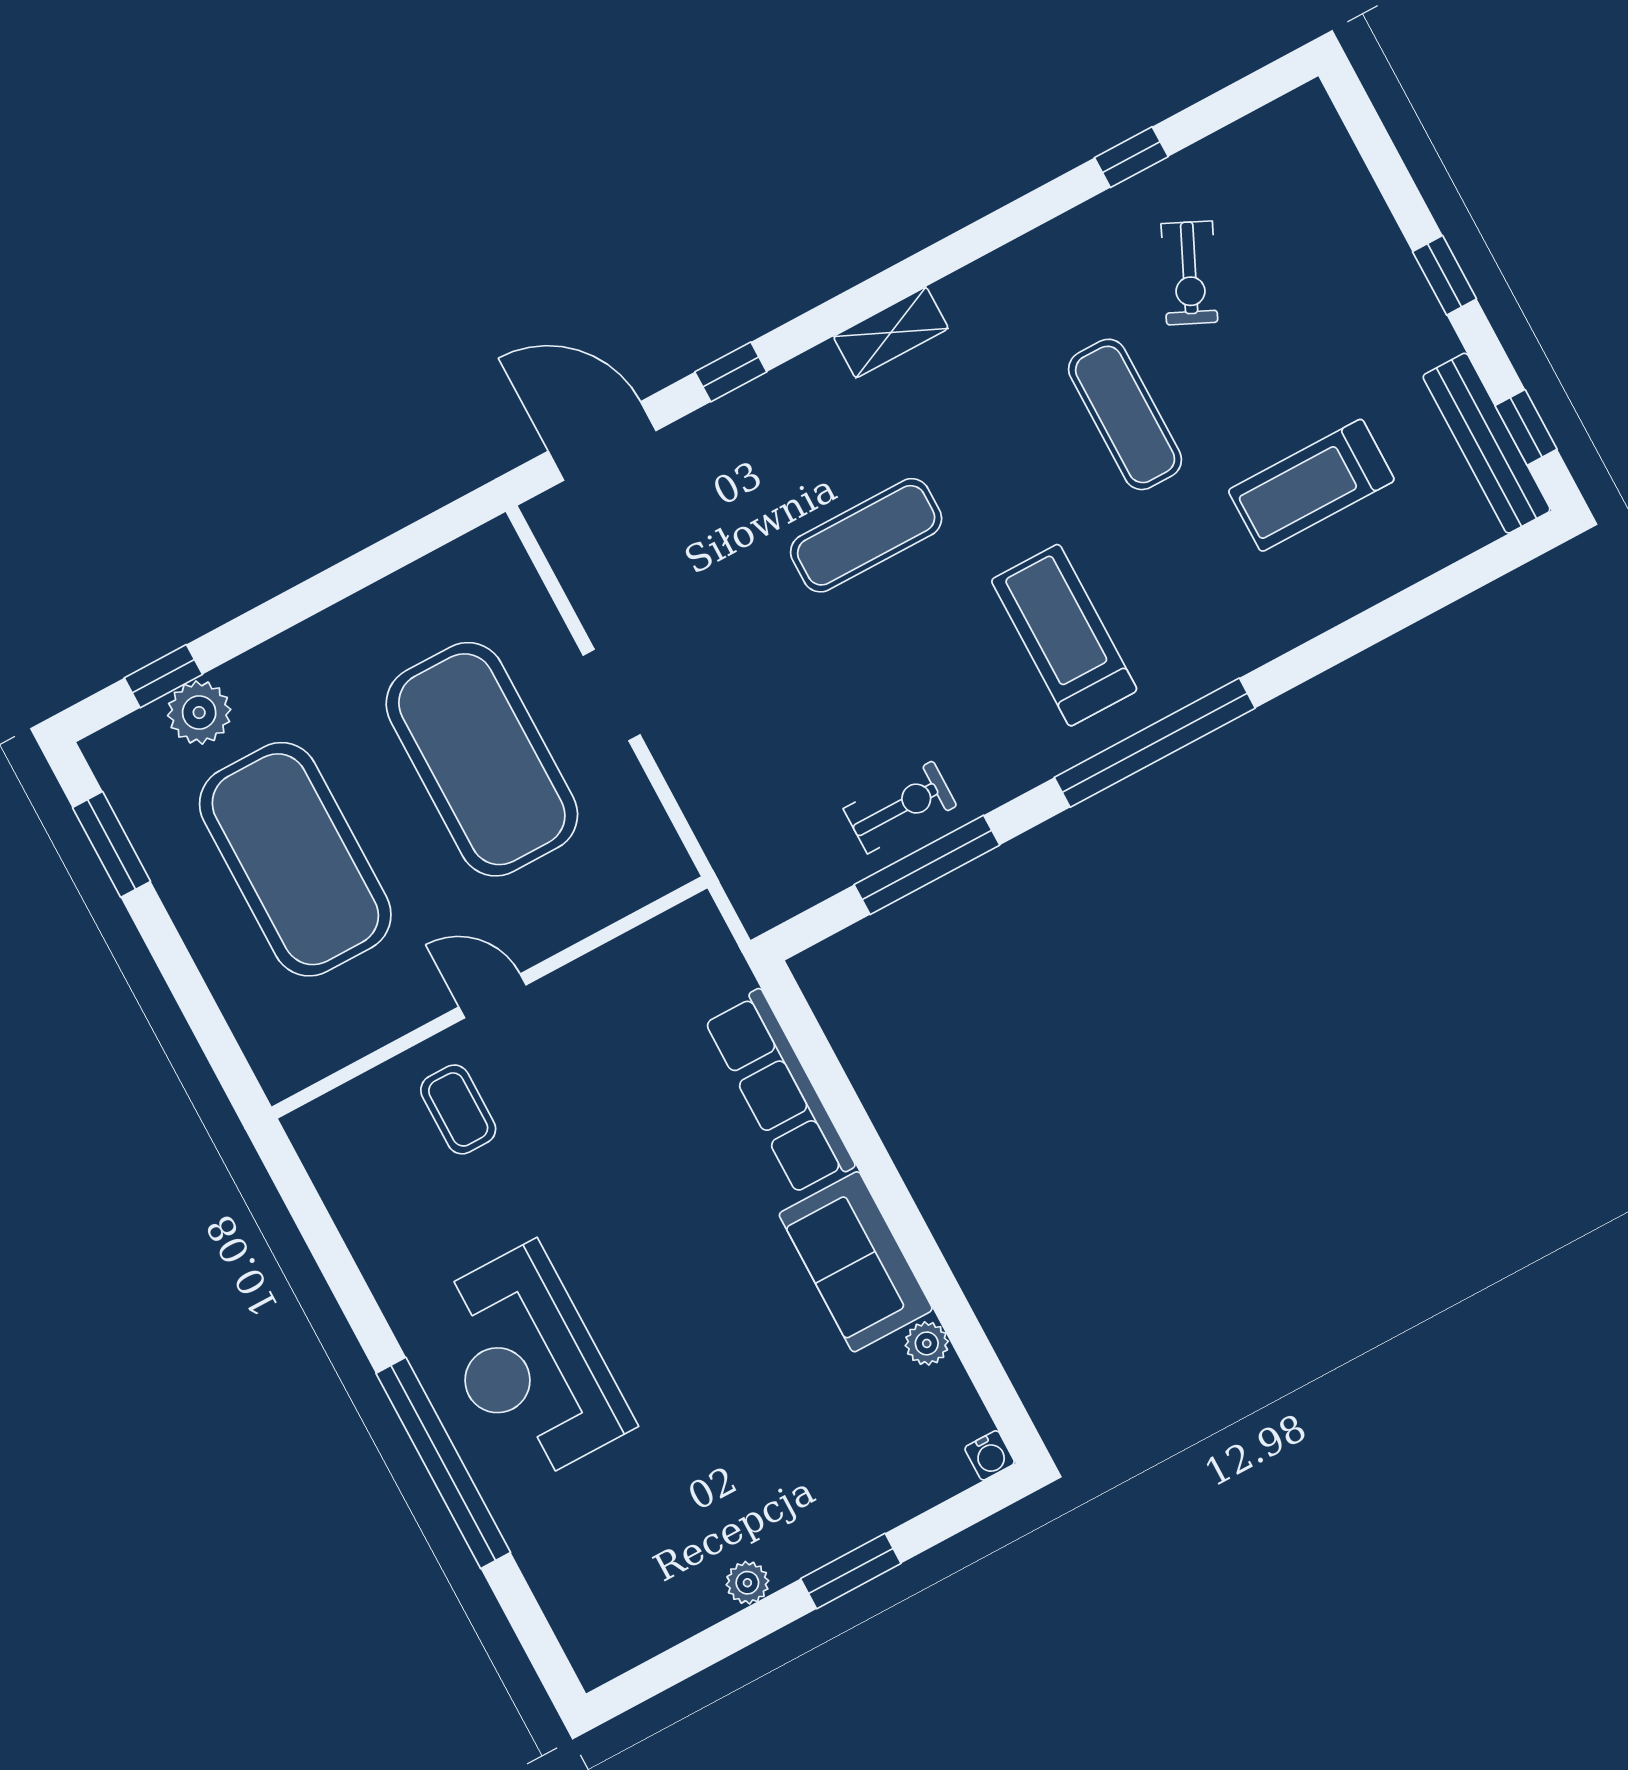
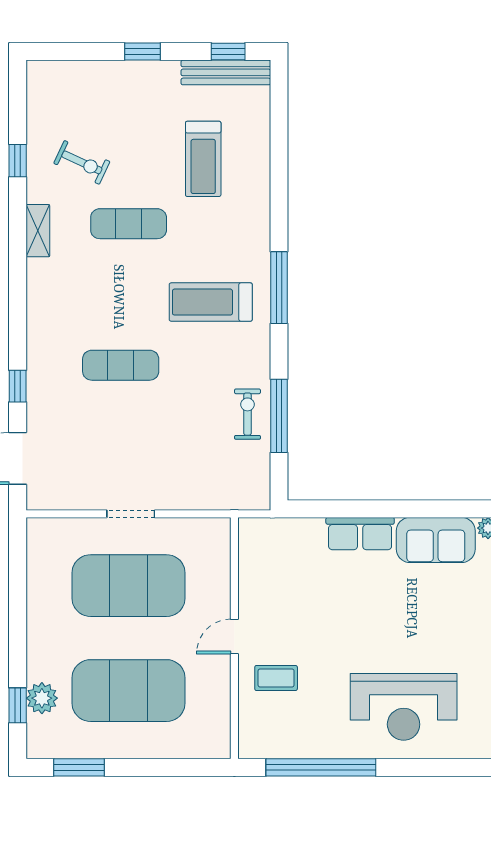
shelving: (891, 333) -> (38, 231), moved
exercise mat: (866, 535) -> (121, 365), turned 90
window: (1155, 743) -> (279, 288), width x0.68
row of seats: (779, 1092) -> (360, 534), width x0.68
window: (443, 1463) -> (321, 767), moved

